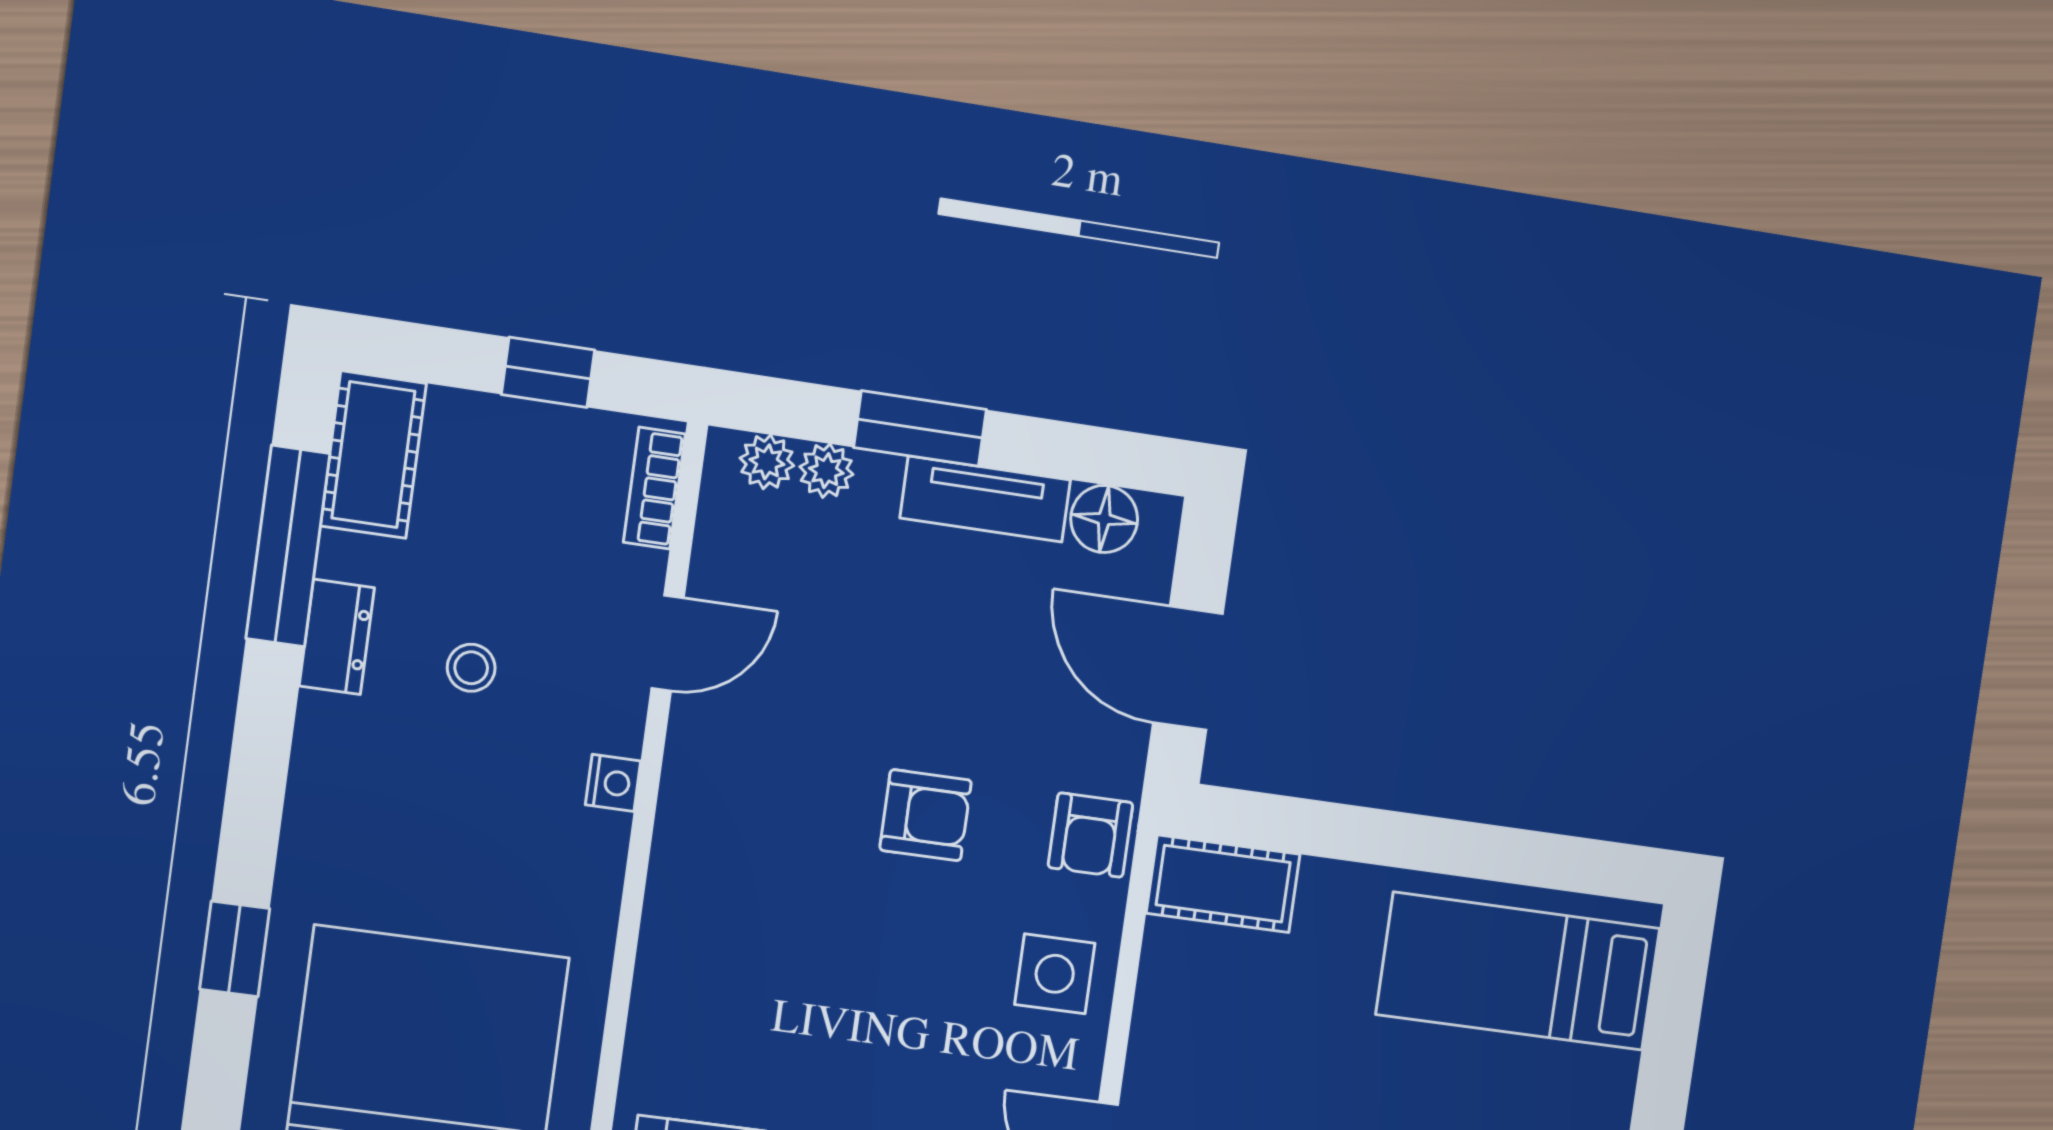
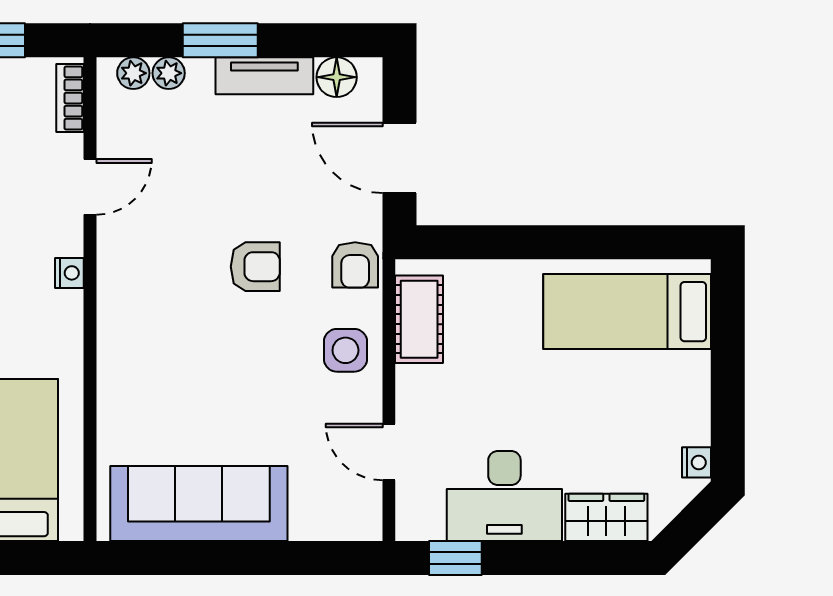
cot: (1223, 884) -> (419, 319), moved, turned 90

